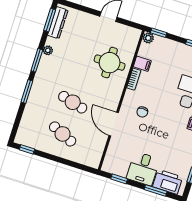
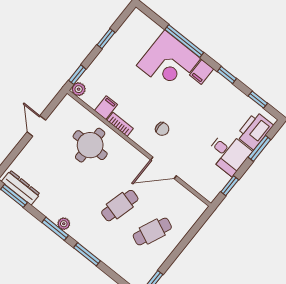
plant: (48, 50) -> (64, 224), moved

